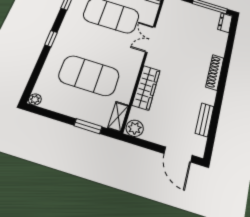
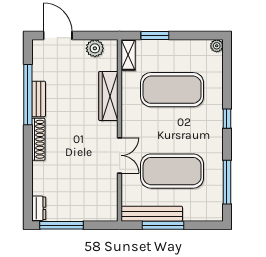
window: (217, 111) -> (28, 95), added
bench: (205, 120) -> (39, 99), moved
plant: (135, 128) -> (95, 48), moved

